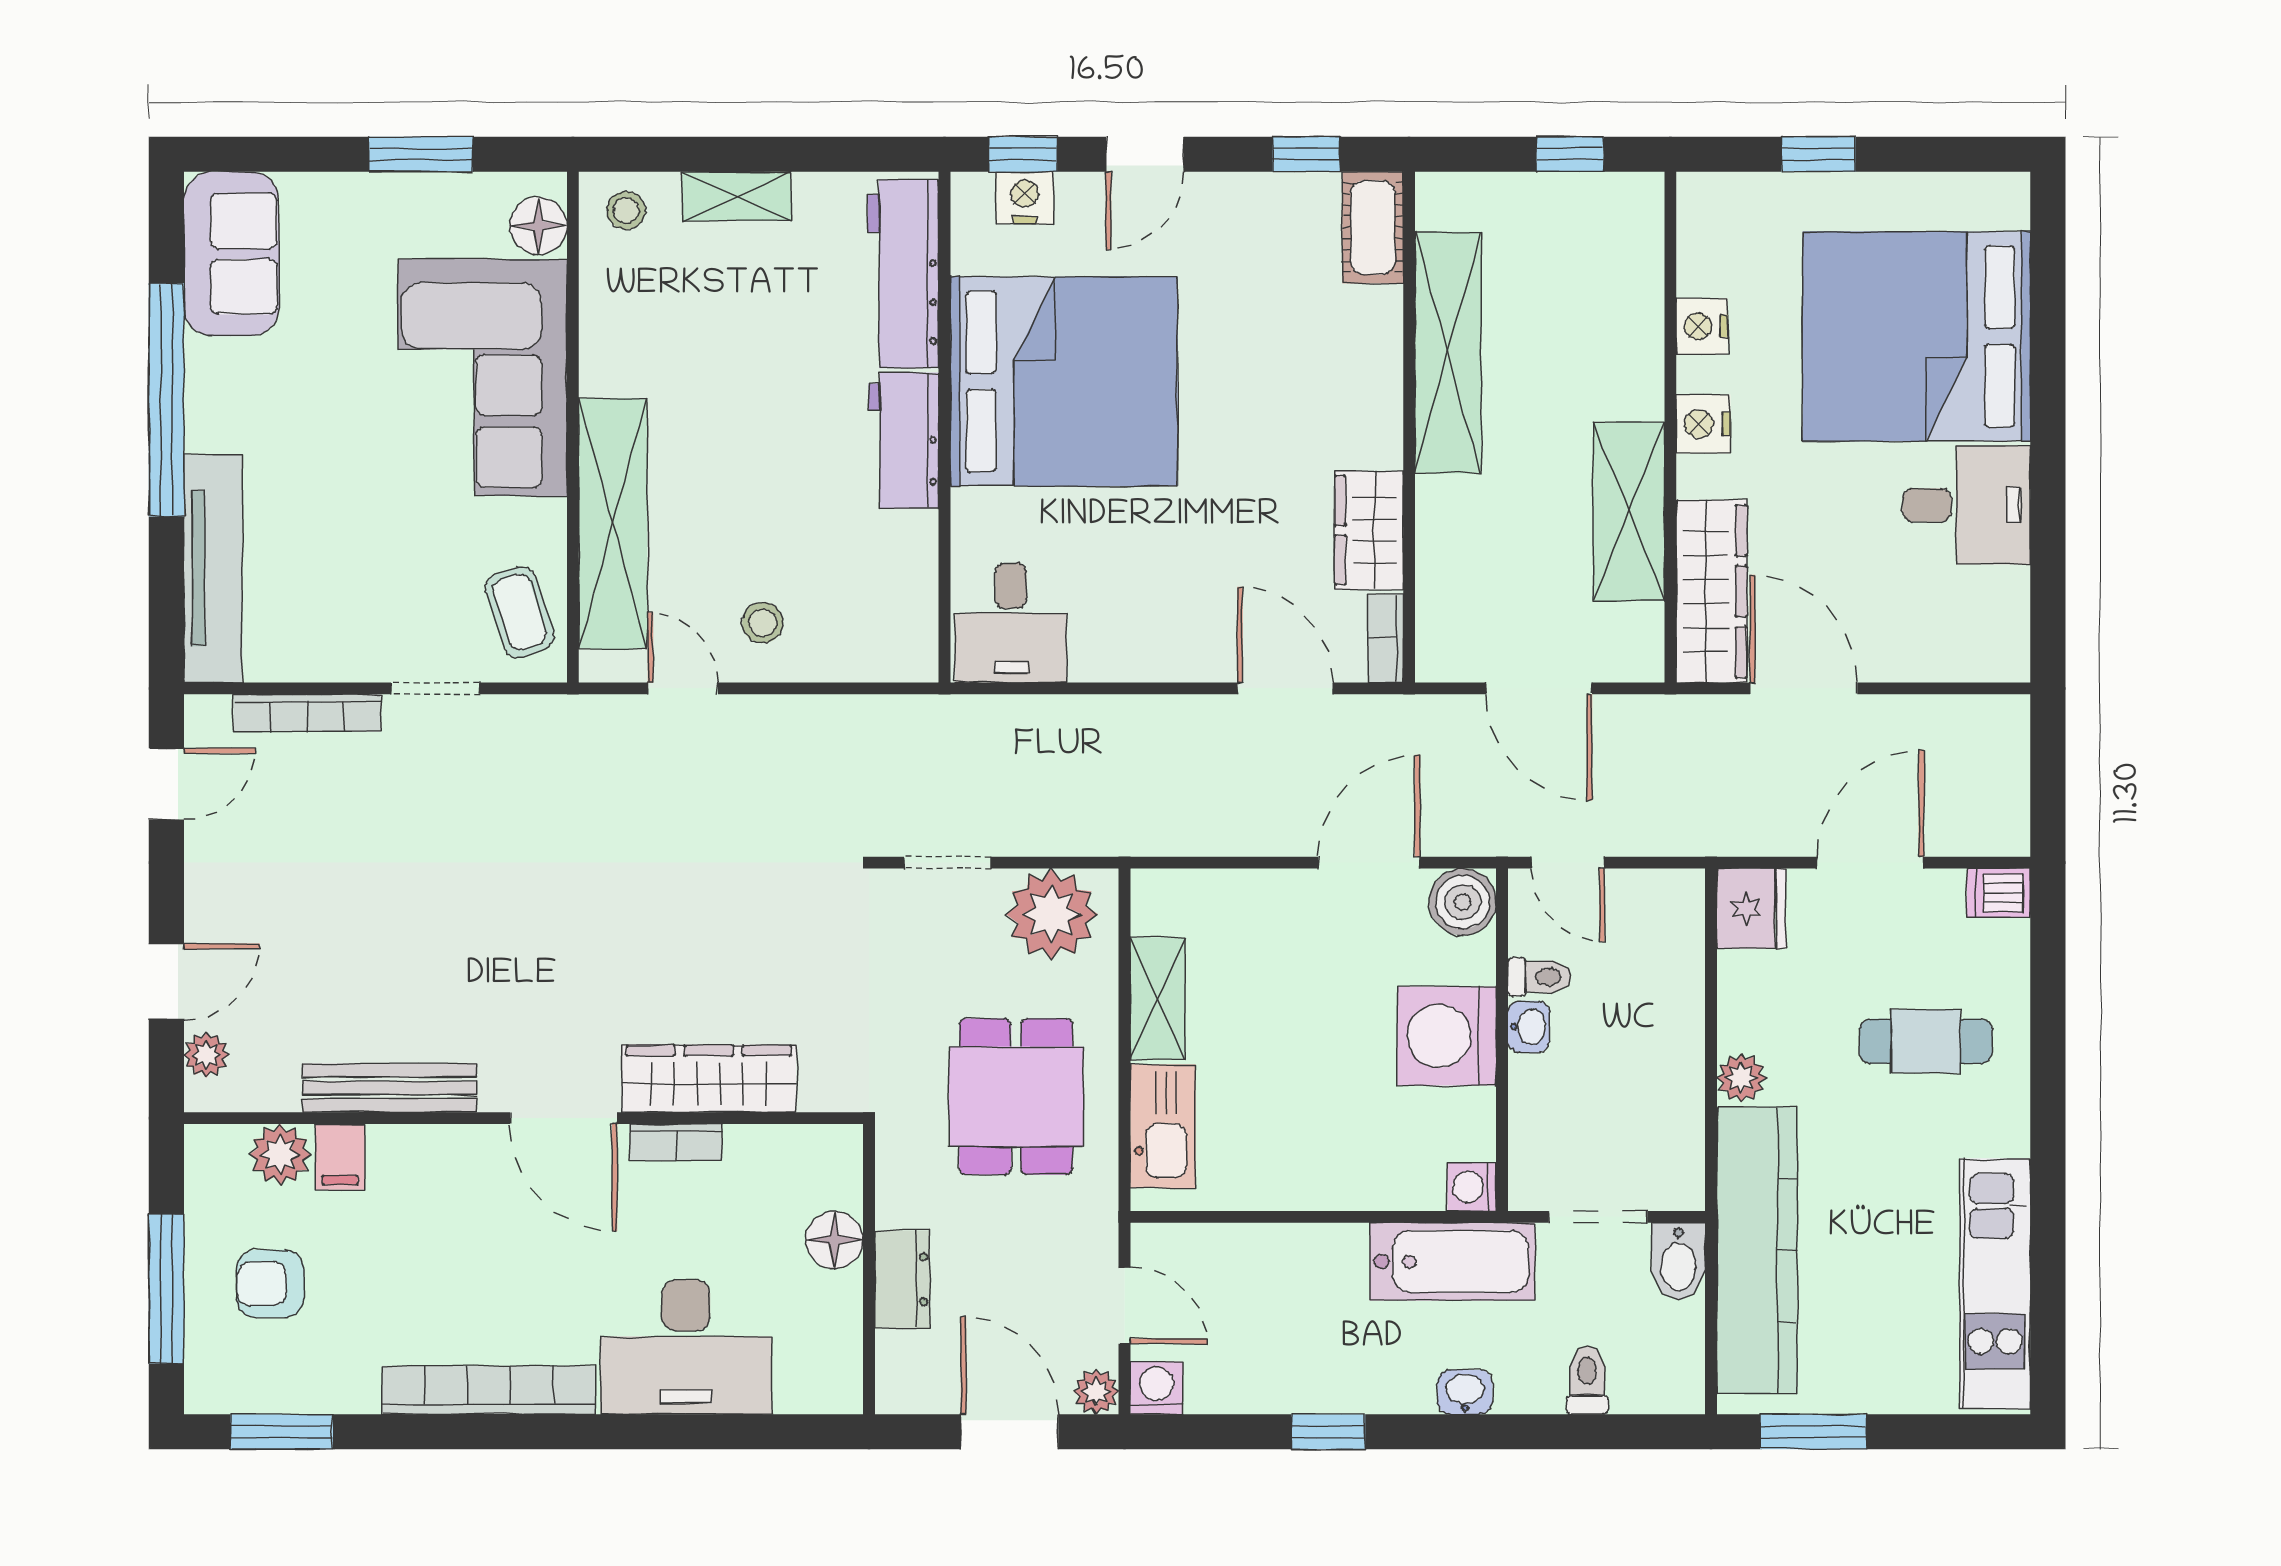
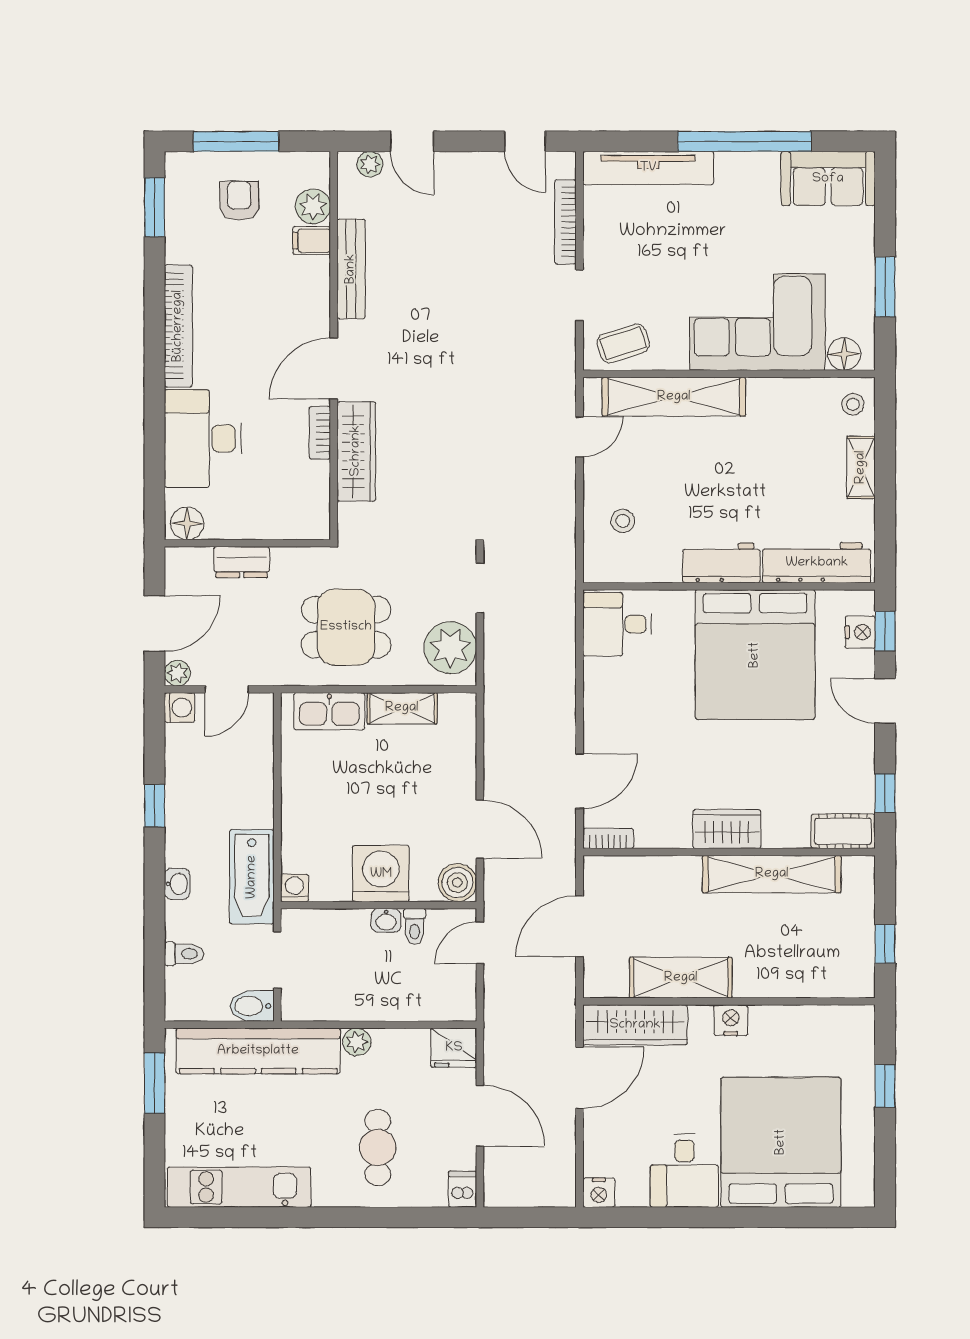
nightstand: (1702, 326) -> (599, 1193), moved, turned 180
wardrobe: (1369, 530) -> (727, 829), moved
stool: (763, 623) -> (623, 521), moved
floor lamp: (834, 1240) -> (187, 523), moved

